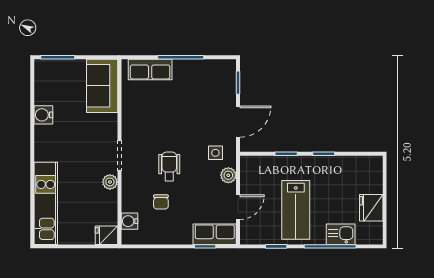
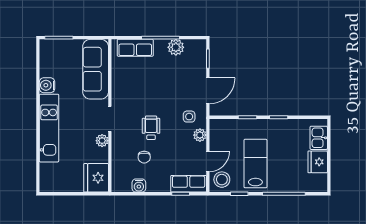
plant: (199, 69) -> (176, 47), added
sofa: (102, 86) -> (96, 69), width x1.36
kitchen unit: (46, 203) -> (49, 128), moved
lab bench: (296, 210) -> (255, 164), turned 180
water cooler: (129, 221) -> (139, 186), moved, turned -90
stool: (255, 229) -> (222, 180), added
kitchen sink: (341, 234) -> (319, 138), moved, turned -90
fridge: (106, 235) -> (96, 178), width x1.88, depth x1.34

